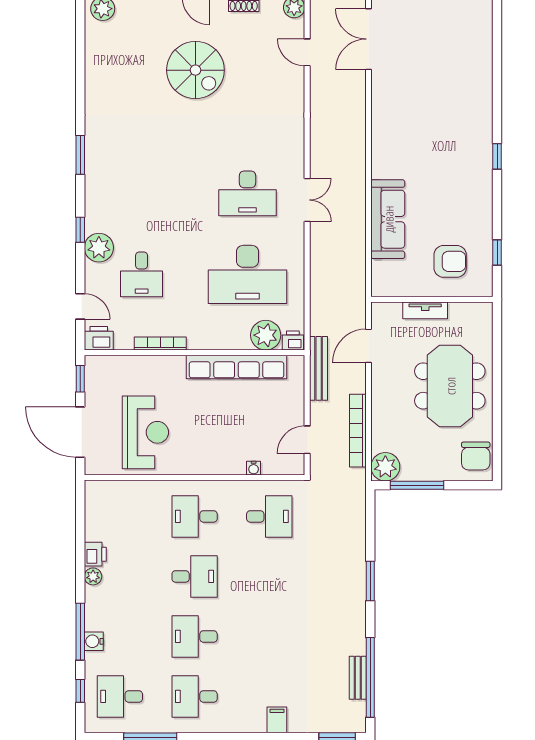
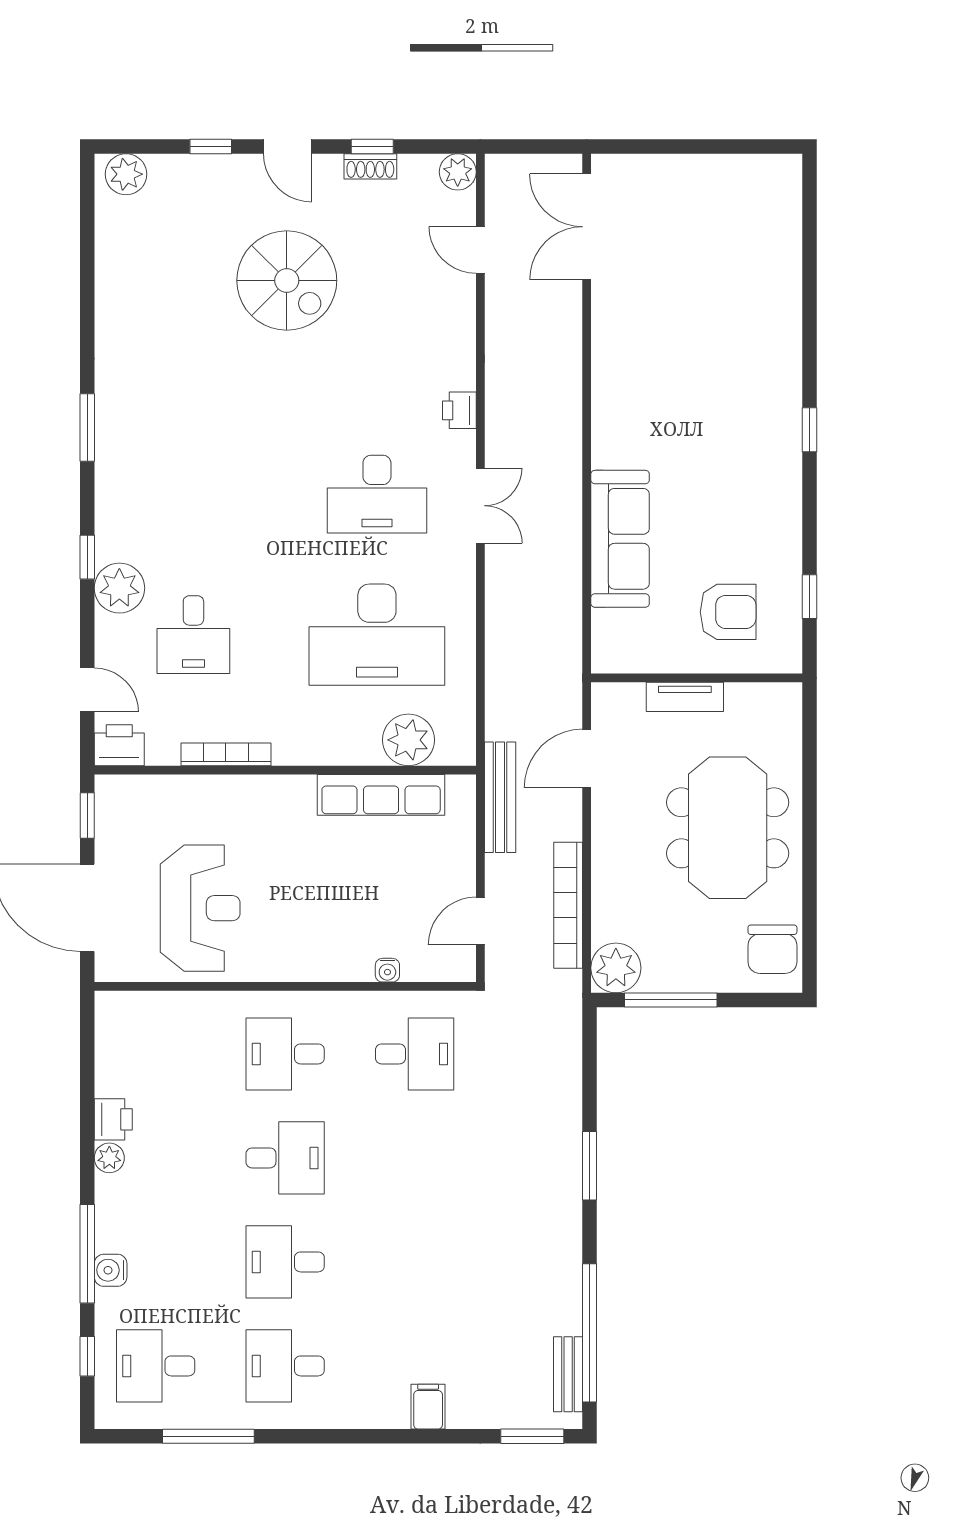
printer: (293, 341) -> (459, 410), moved, turned -90
row of seats: (236, 367) -> (381, 795), width x0.73
bench: (358, 678) -> (568, 1374), moved

